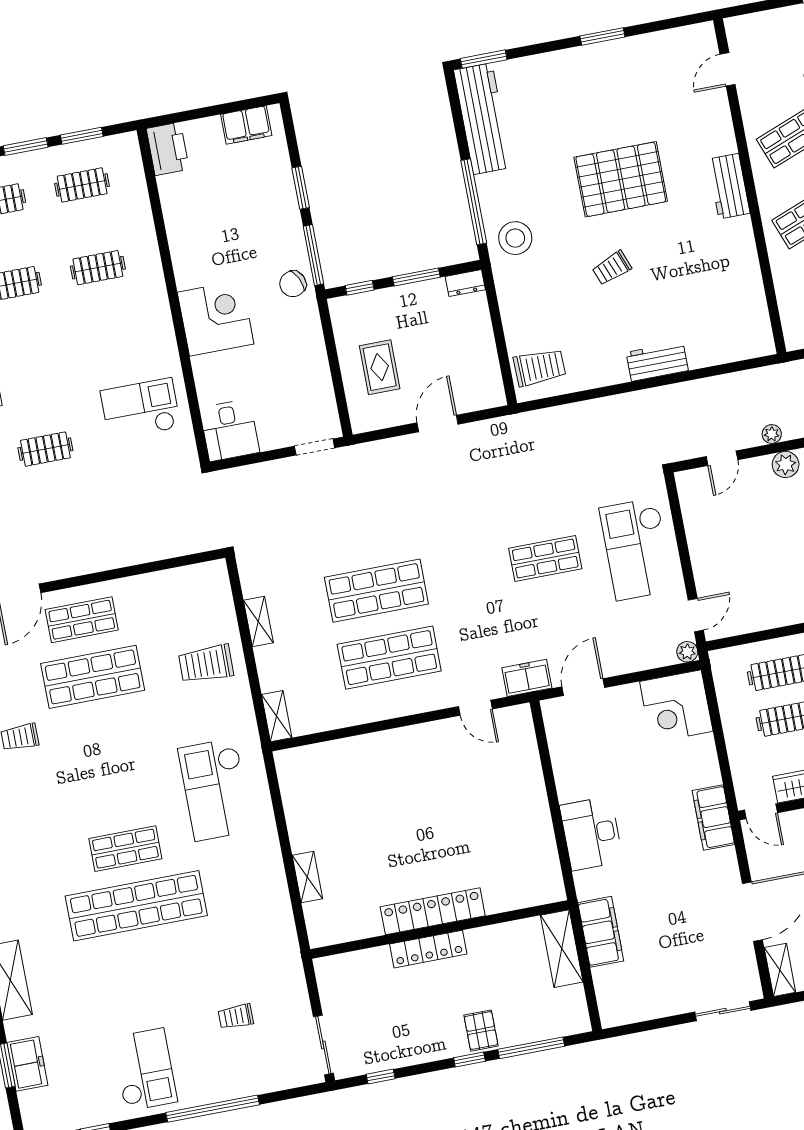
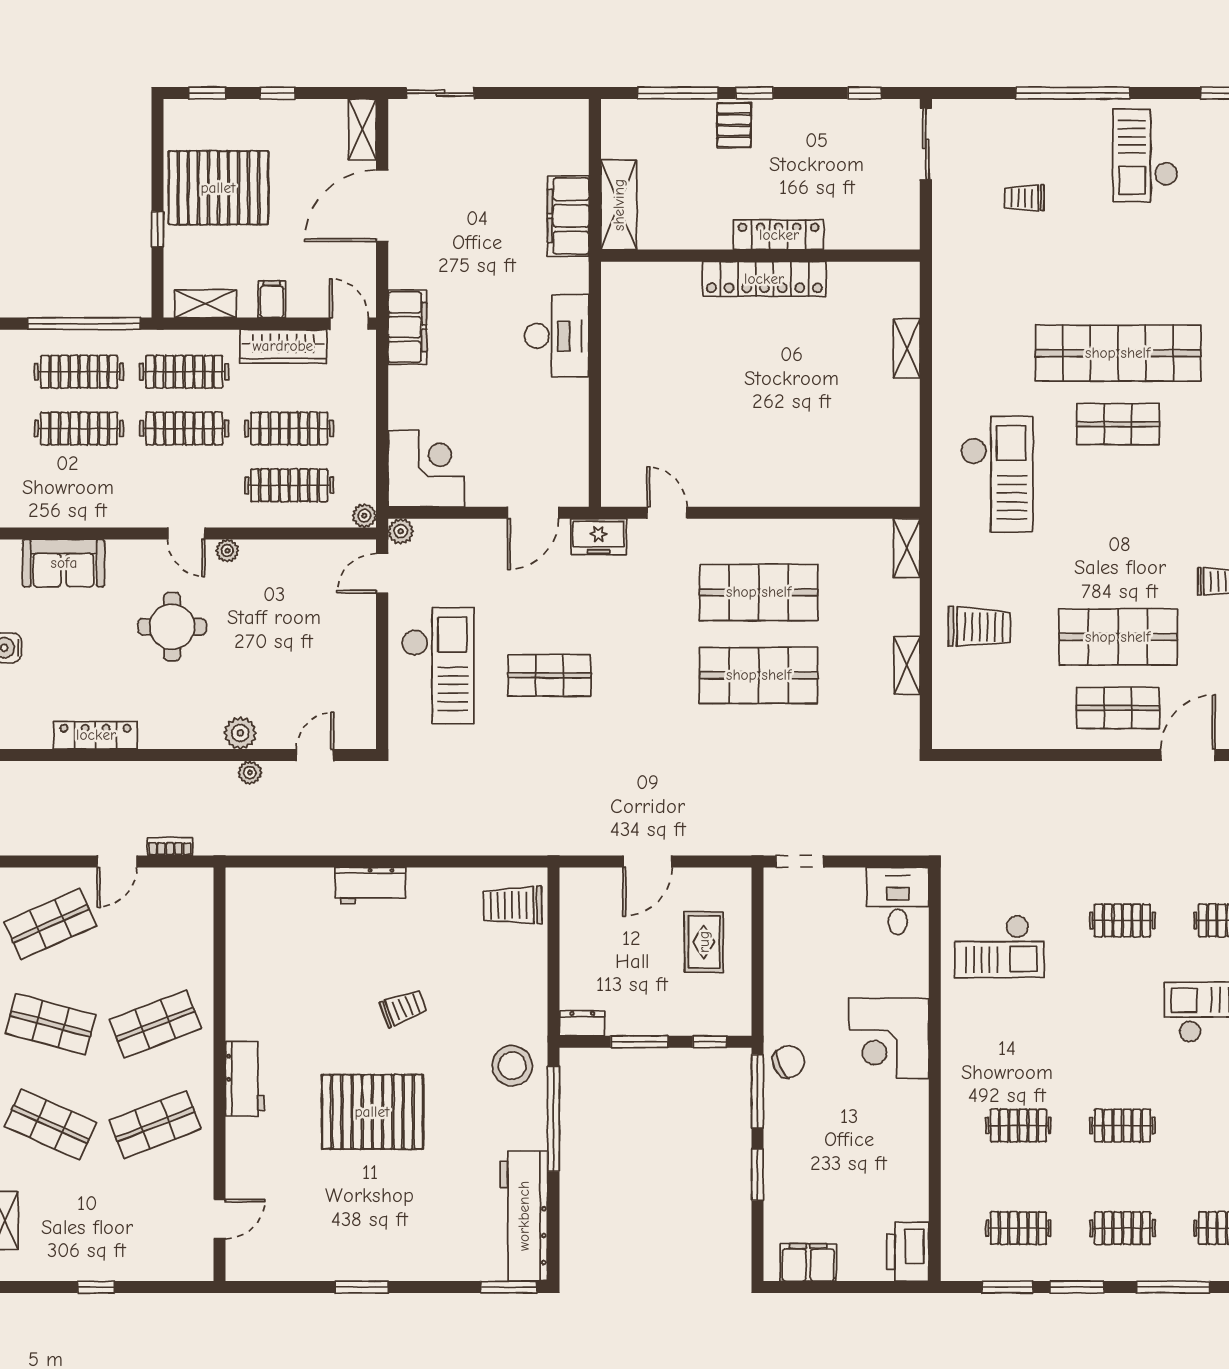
plant: (719, 659) -> (364, 516), added
trolley: (236, 1017) -> (1024, 198), turned 180

